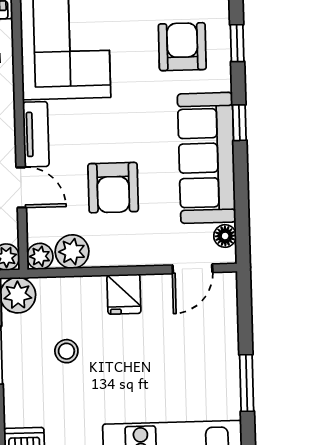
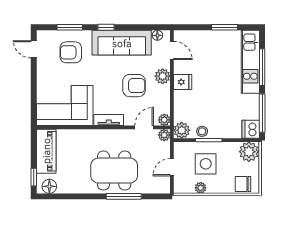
window: (237, 43) -> (70, 27), width x1.50
door: (21, 187) -> (144, 127), moved
plant: (72, 252) -> (163, 76), moved
stool: (66, 351) -> (202, 131), moved

